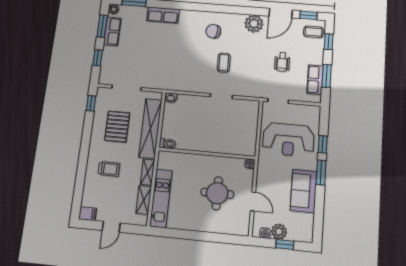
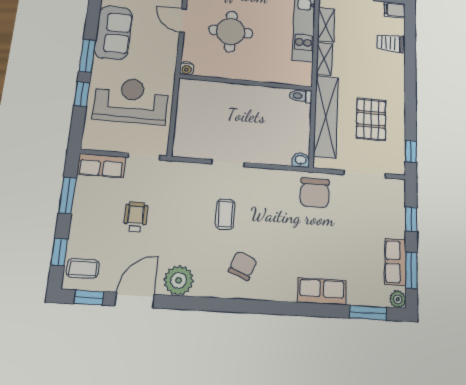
chair: (213, 31) -> (243, 266), turned -77
chair: (163, 76) -> (315, 193), added
row of seats: (315, 80) -> (101, 166), moved, turned 90
trolley: (109, 169) -> (390, 43), moved

